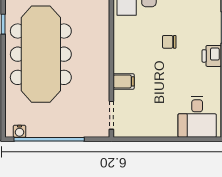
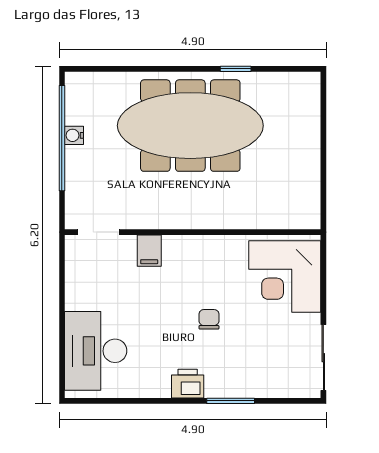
desk: (197, 117) -> (96, 351), width x1.37
water cooler: (19, 131) -> (74, 135), moved

